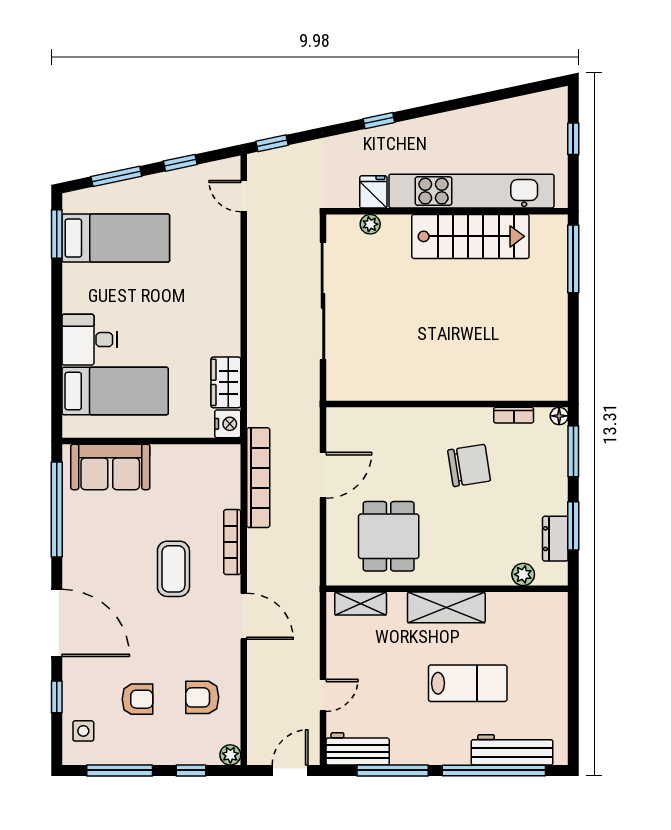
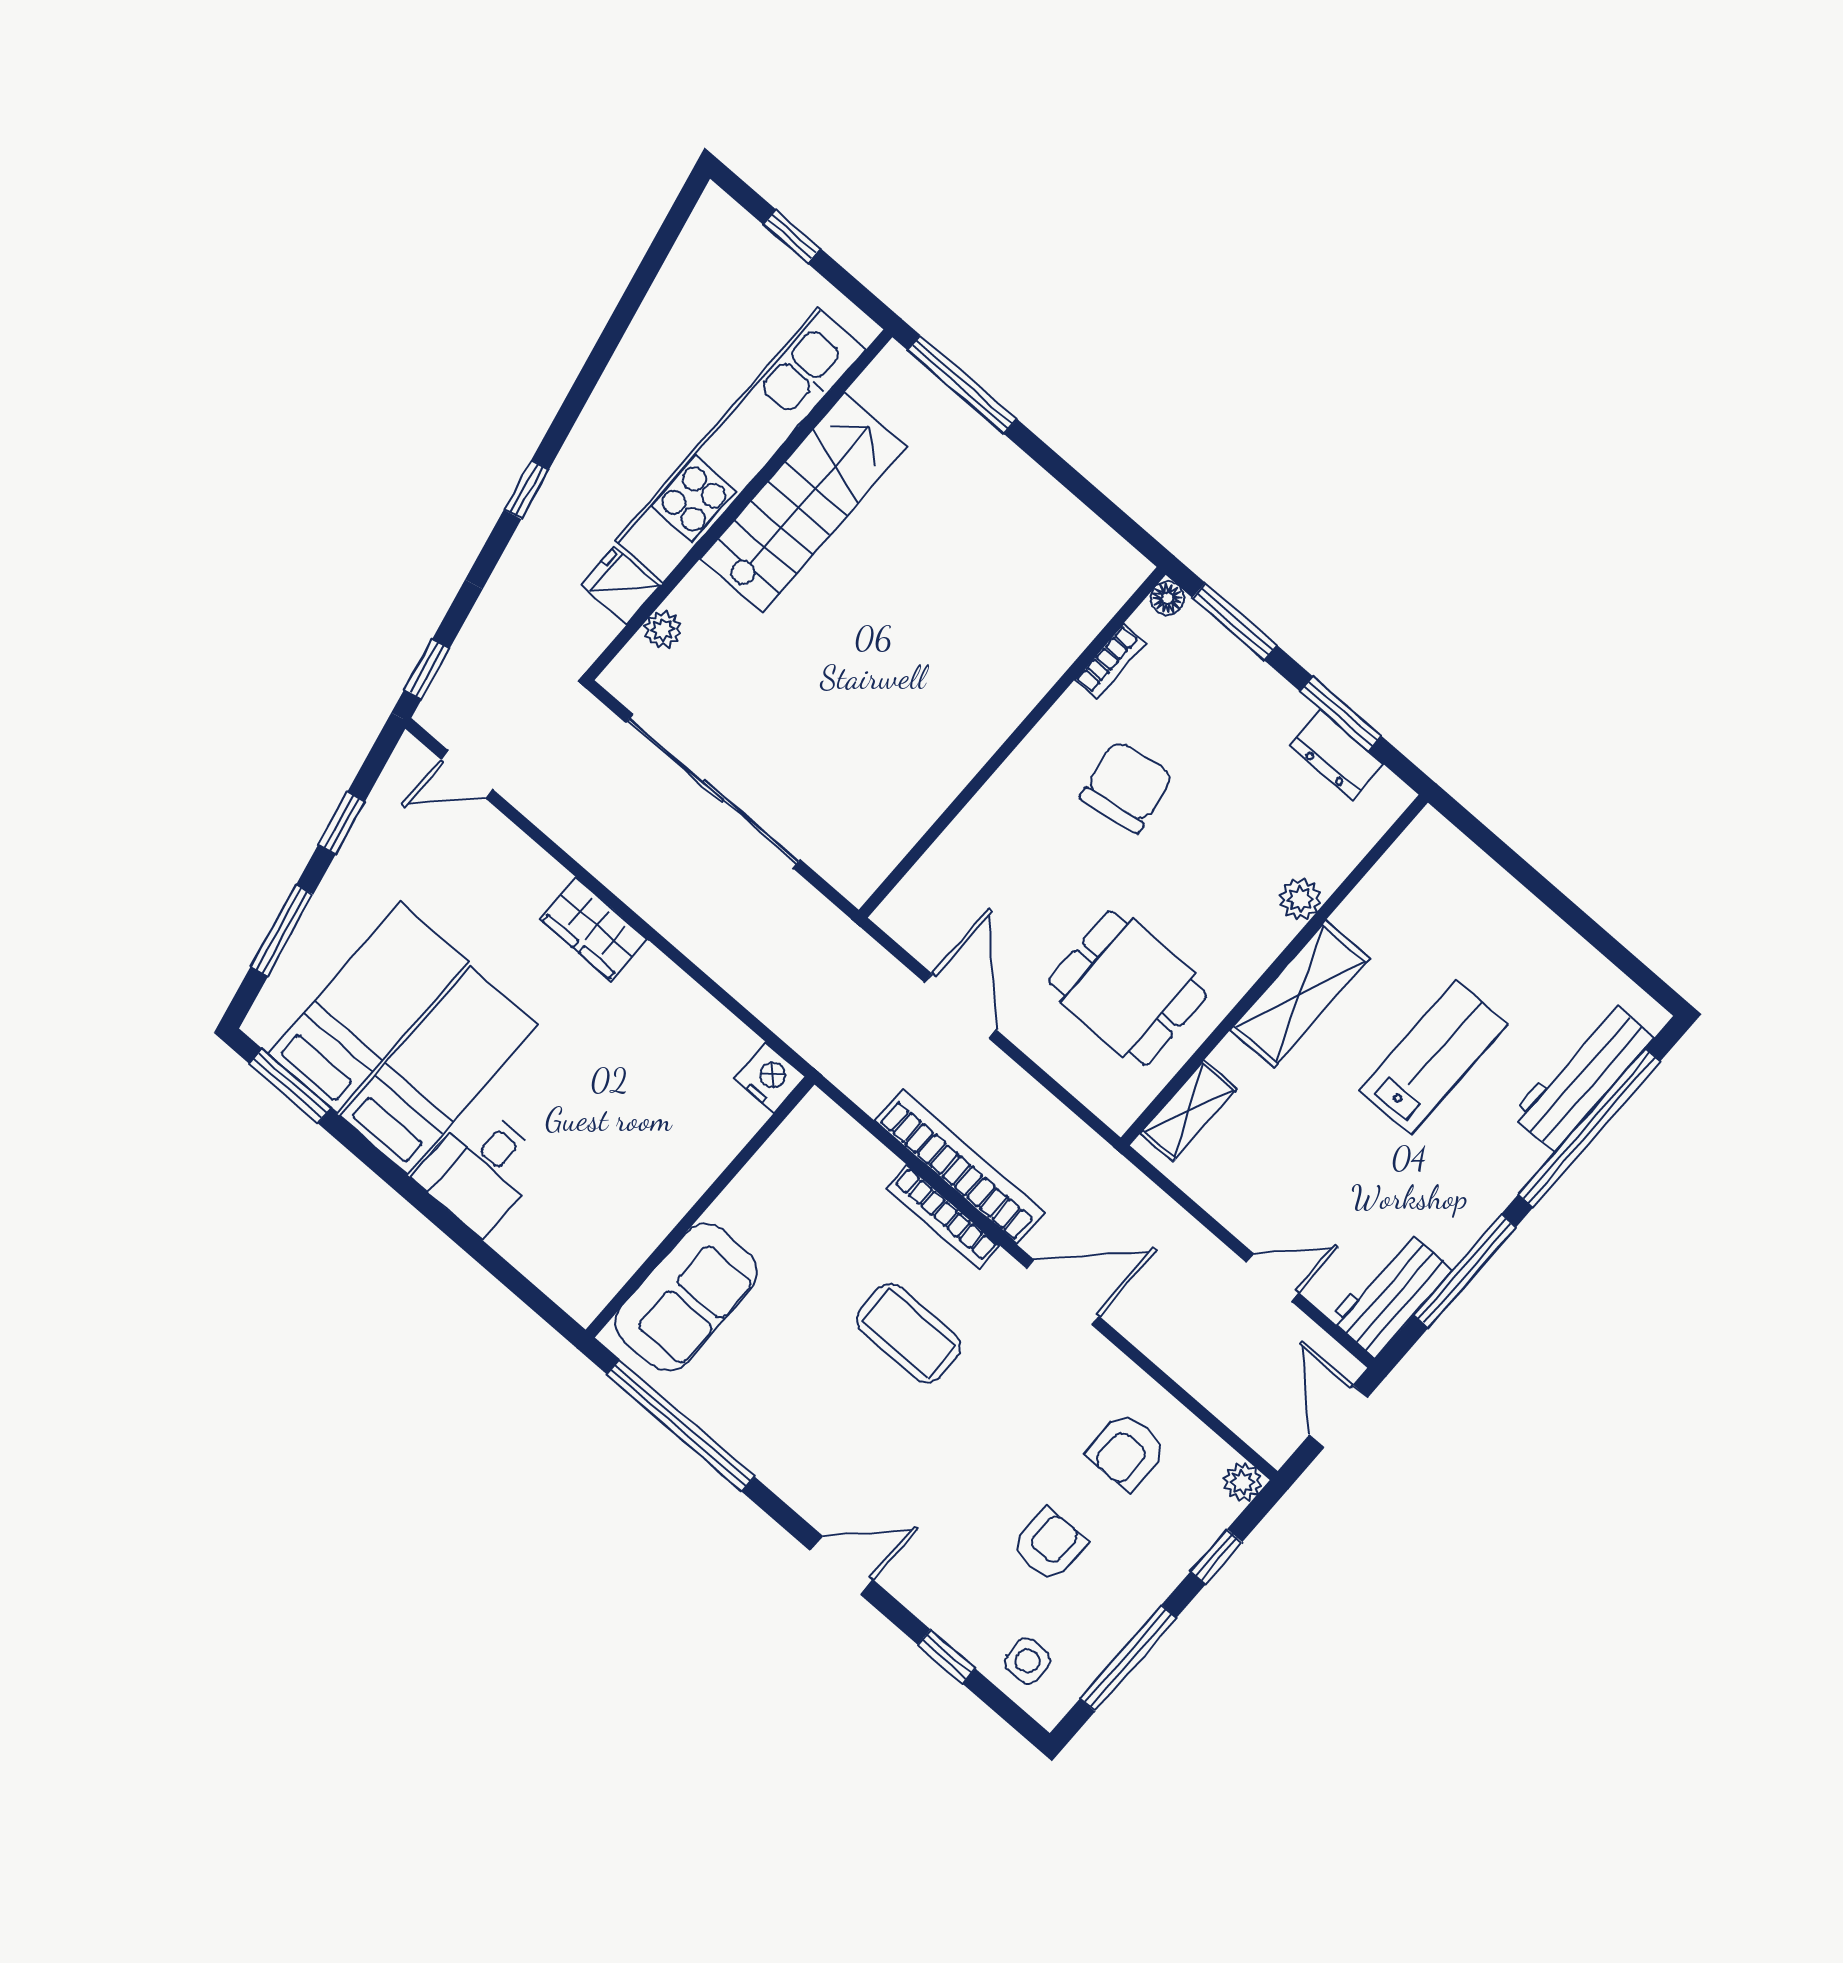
wardrobe: (226, 382) -> (594, 929), moved
bed: (115, 391) -> (439, 1070), moved
bookcase: (258, 478) -> (960, 1167), moved
plant: (523, 574) -> (1300, 899), moved
door: (57, 623) -> (842, 1565), width x0.53
door: (323, 695) -> (1272, 1277), hinge flipped

